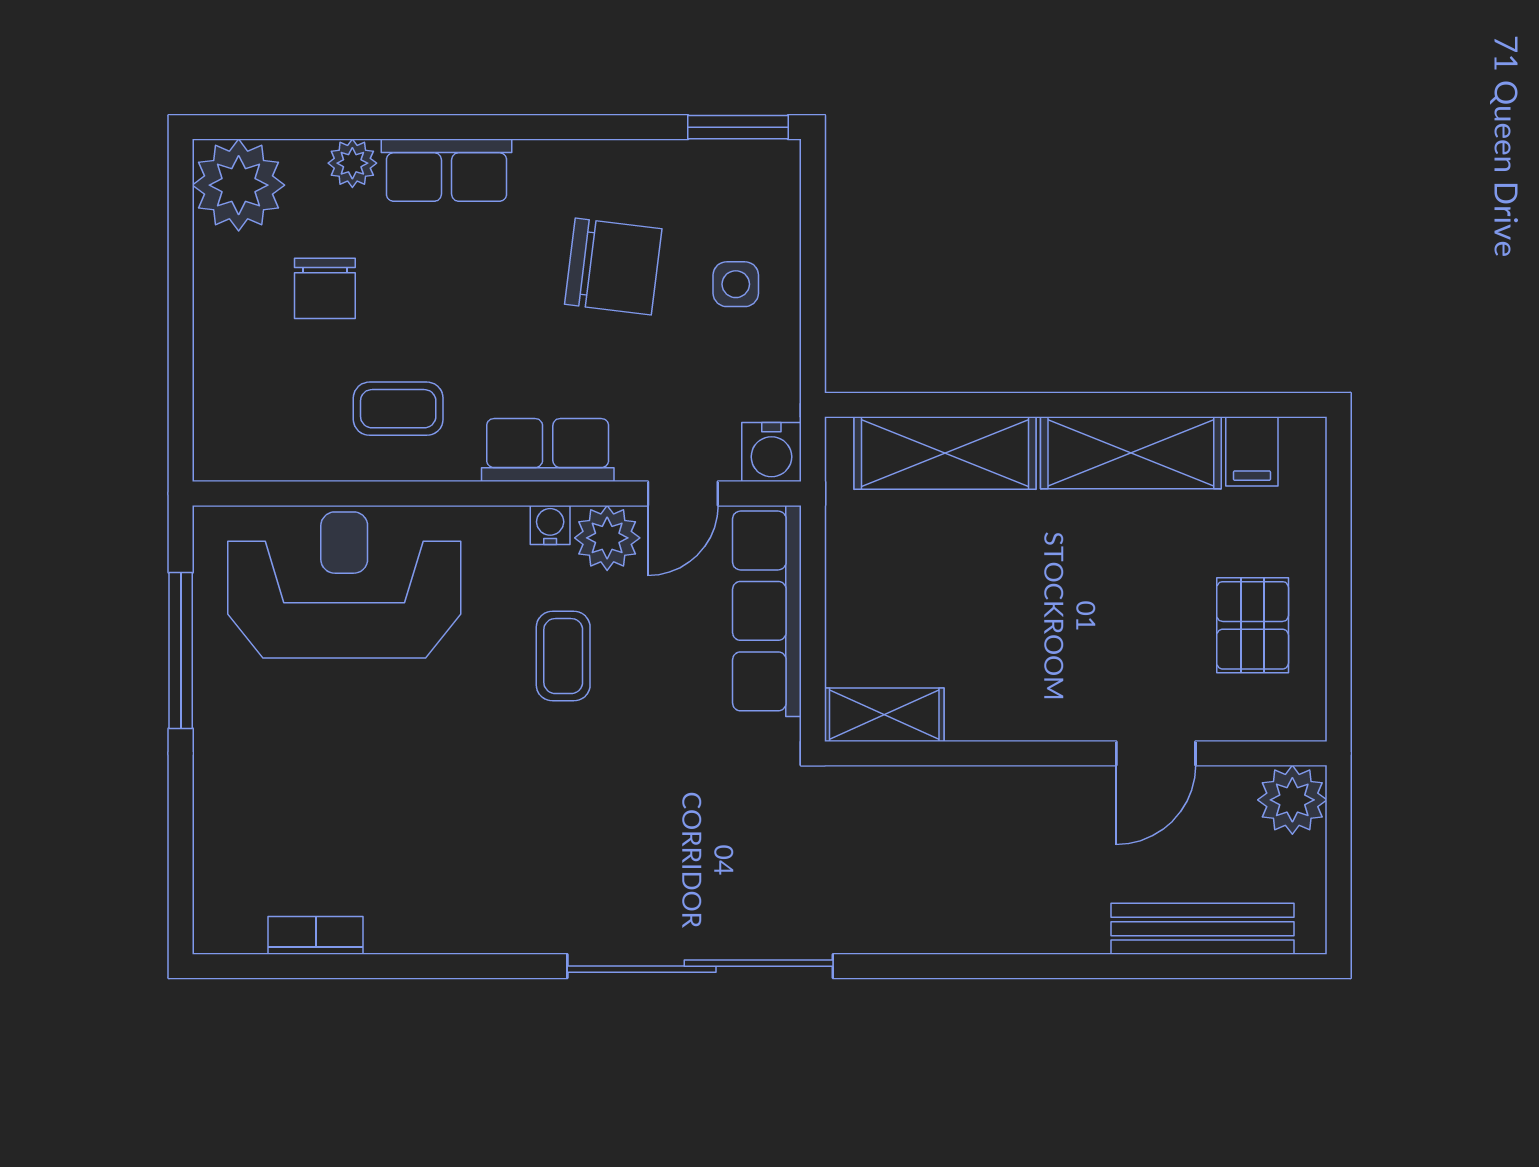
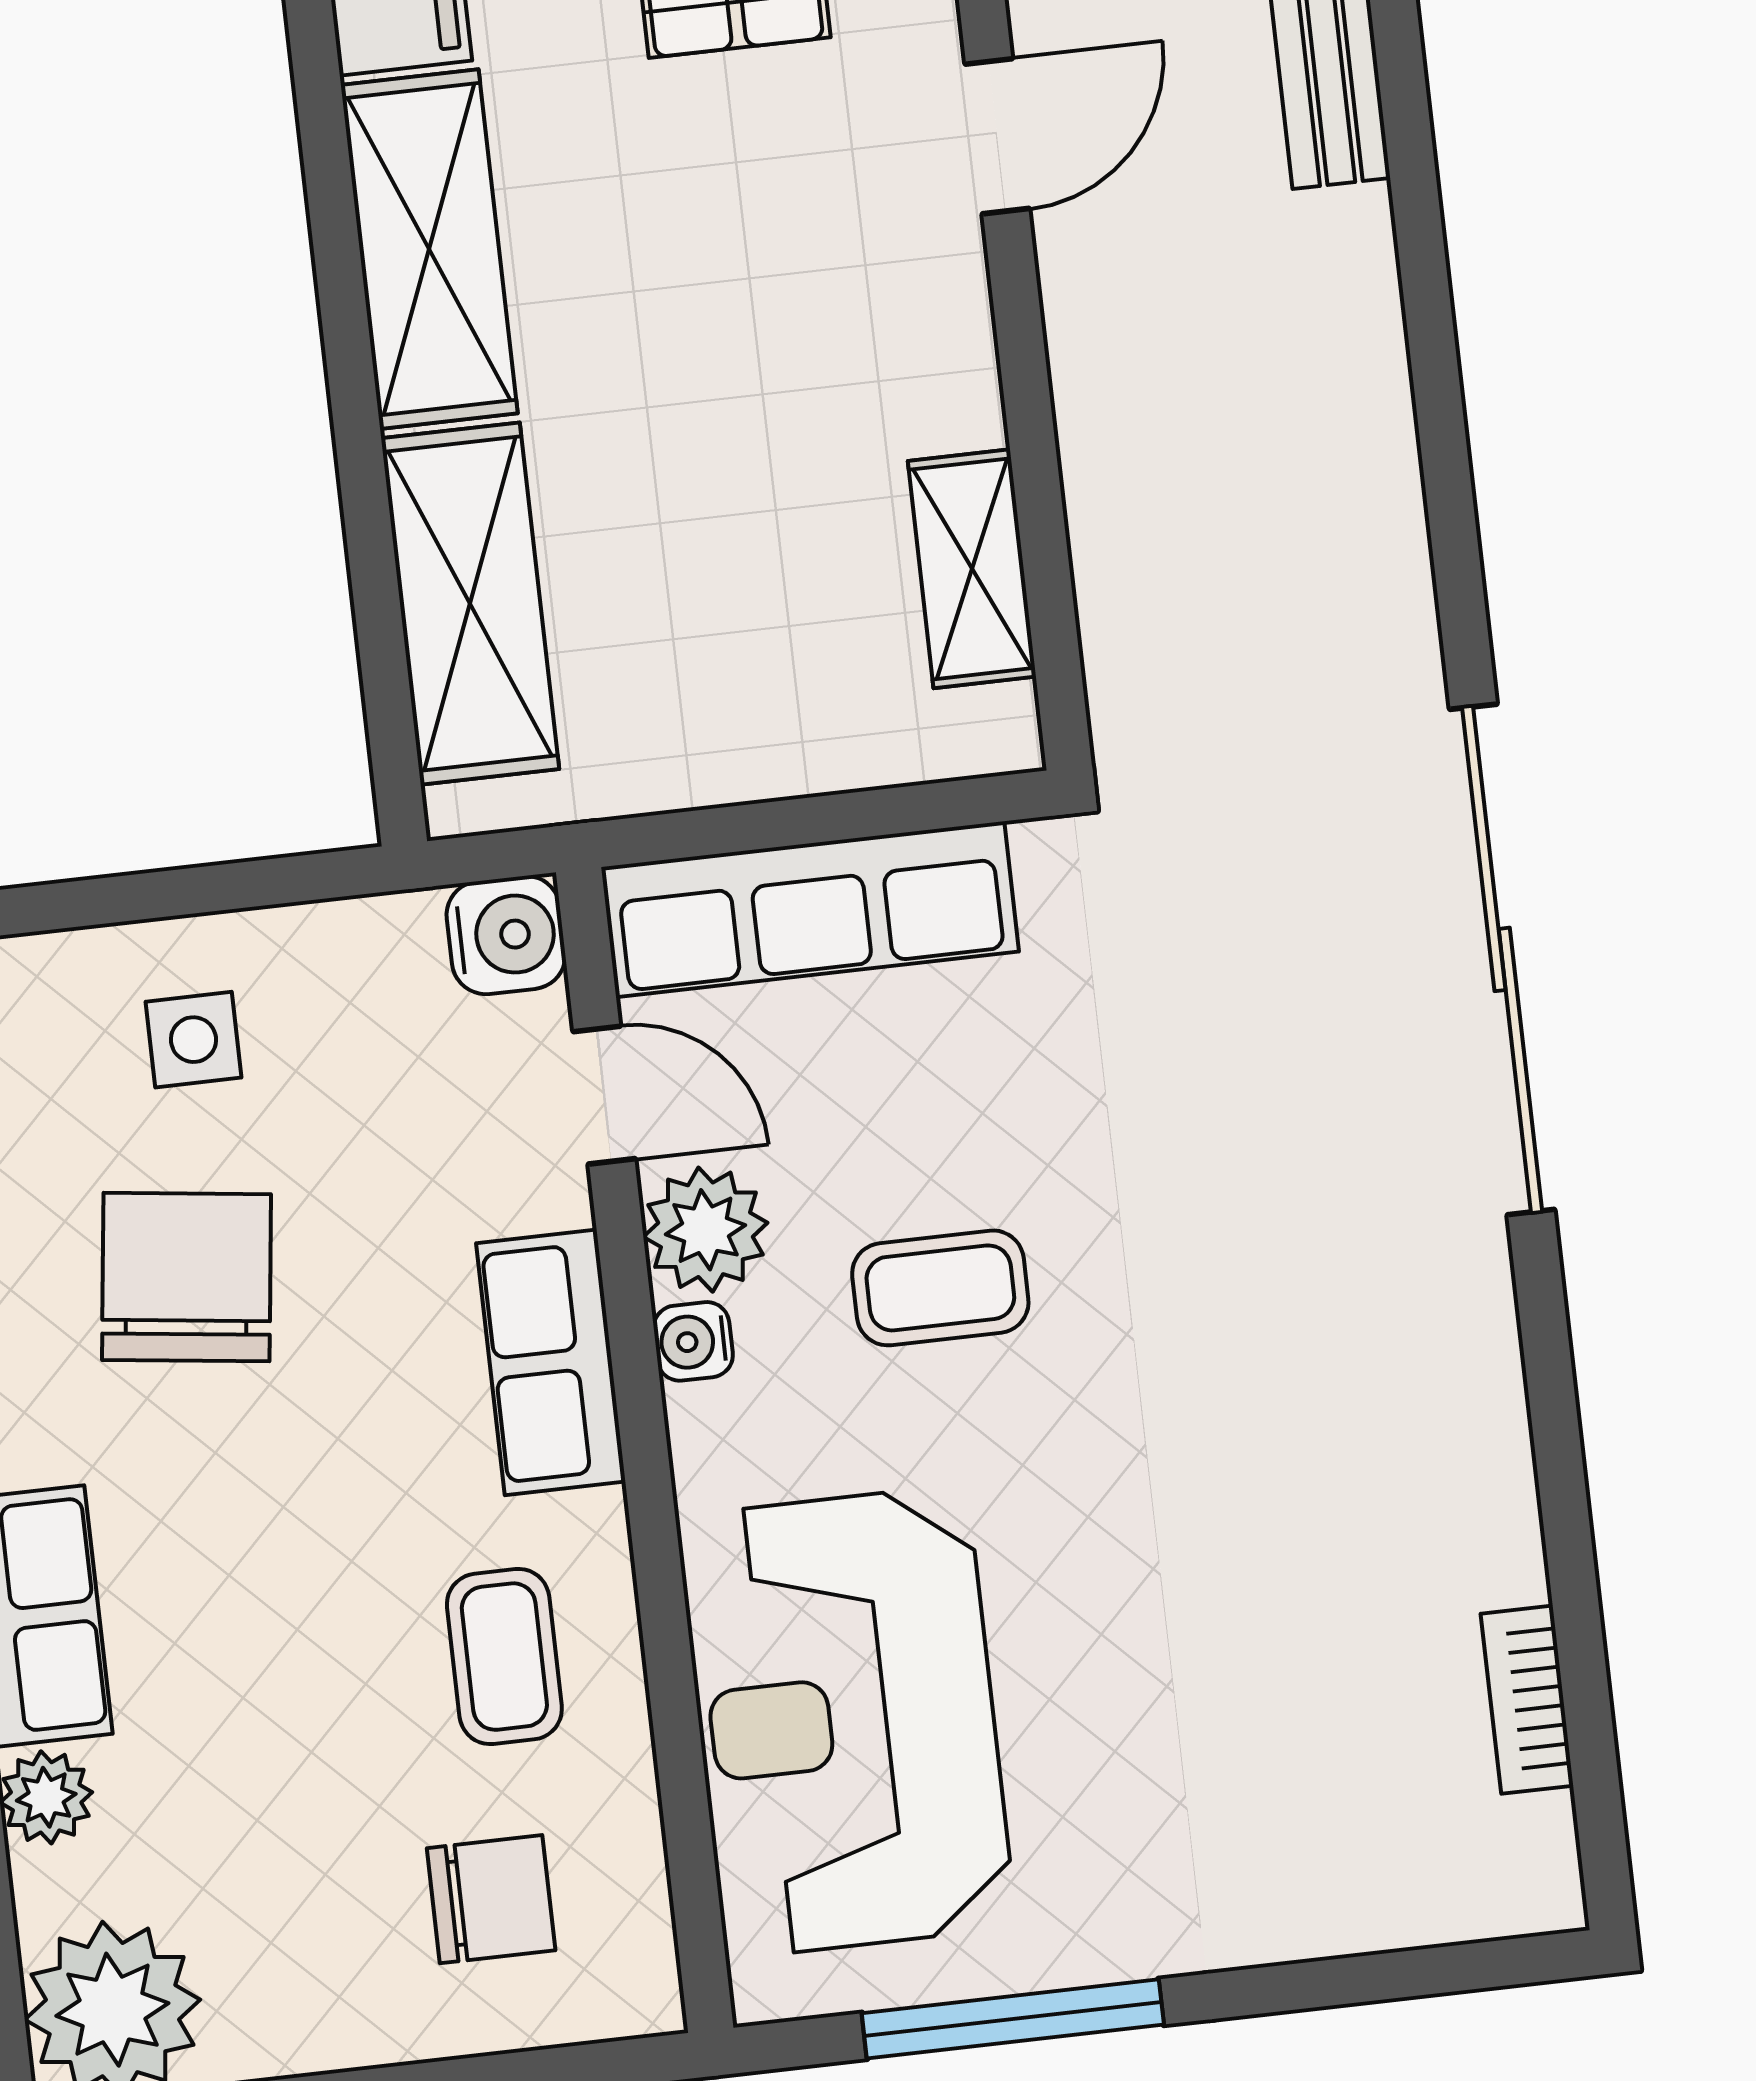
chair: (325, 288) -> (491, 1899), moved
shelving: (884, 715) -> (972, 569), moved
door: (1156, 753) -> (997, 136), hinge flipped

